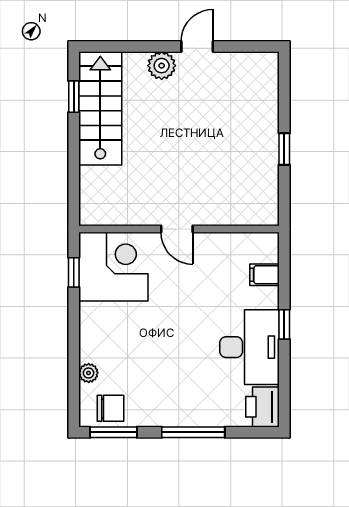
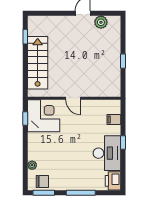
plant: (162, 66) -> (101, 22), moved
stairs: (100, 108) -> (38, 63), moved

